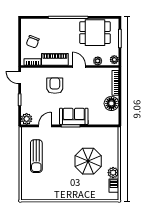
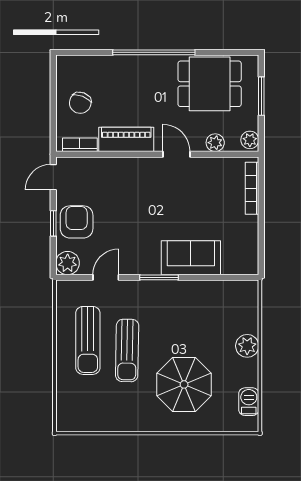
door: (20, 78) -> (53, 177), hinge flipped
armchair: (55, 86) -> (77, 222), moved
floor lamp: (111, 103) -> (244, 231), removed
sofa: (74, 116) -> (191, 258), moved
sun lounger: (55, 161) -> (127, 350), added
parasol: (88, 161) -> (184, 384), moved
plant: (113, 173) -> (247, 346), moved

